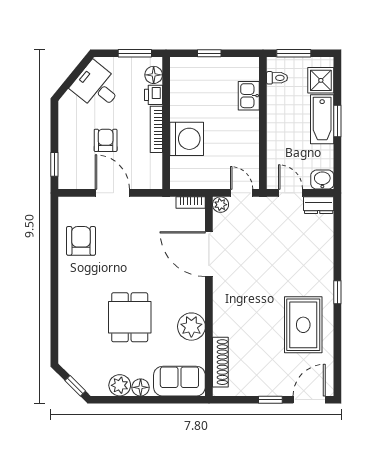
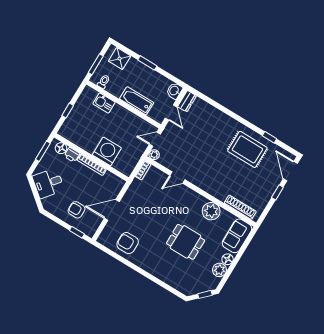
bathtub: (322, 119) -> (137, 101), moved, turned 180
armchair: (106, 140) -> (77, 210), moved
door: (291, 193) -> (171, 113), swing flipped
door: (209, 254) -> (177, 177), width x0.53
window: (337, 292) -> (270, 137), moved

